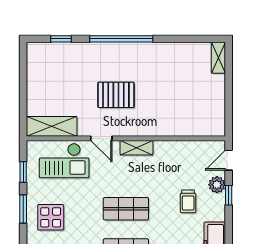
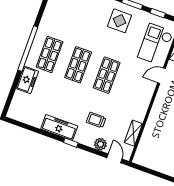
shelving: (136, 148) -> (133, 133), moved
window: (229, 195) -> (71, 143), moved

